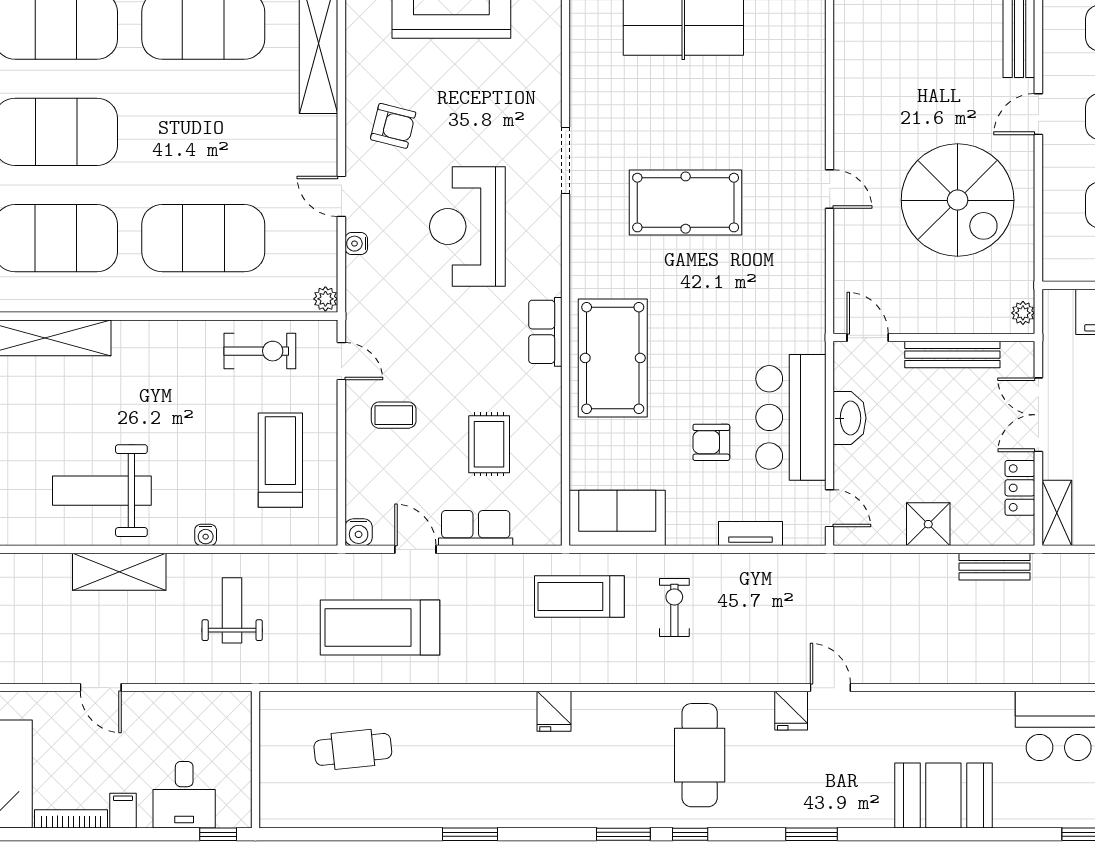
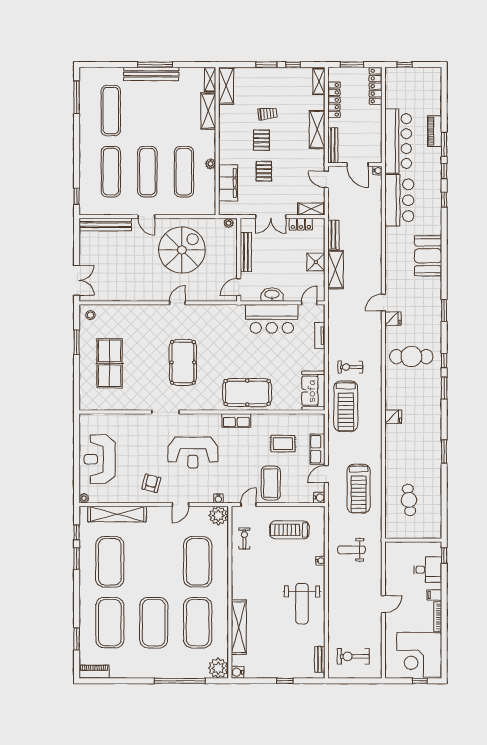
water cooler: (356, 244) -> (218, 499), moved
plant: (325, 299) -> (218, 516), width x1.87, depth x1.87
exercise bike: (260, 351) -> (244, 538), width x0.73, depth x0.72
coffee table: (394, 415) -> (271, 483), width x1.86, depth x1.72
armchair: (711, 442) -> (282, 352), removed
shelving: (119, 572) -> (336, 270), moved
treadmill: (579, 597) -> (346, 406), width x1.37, depth x1.38

